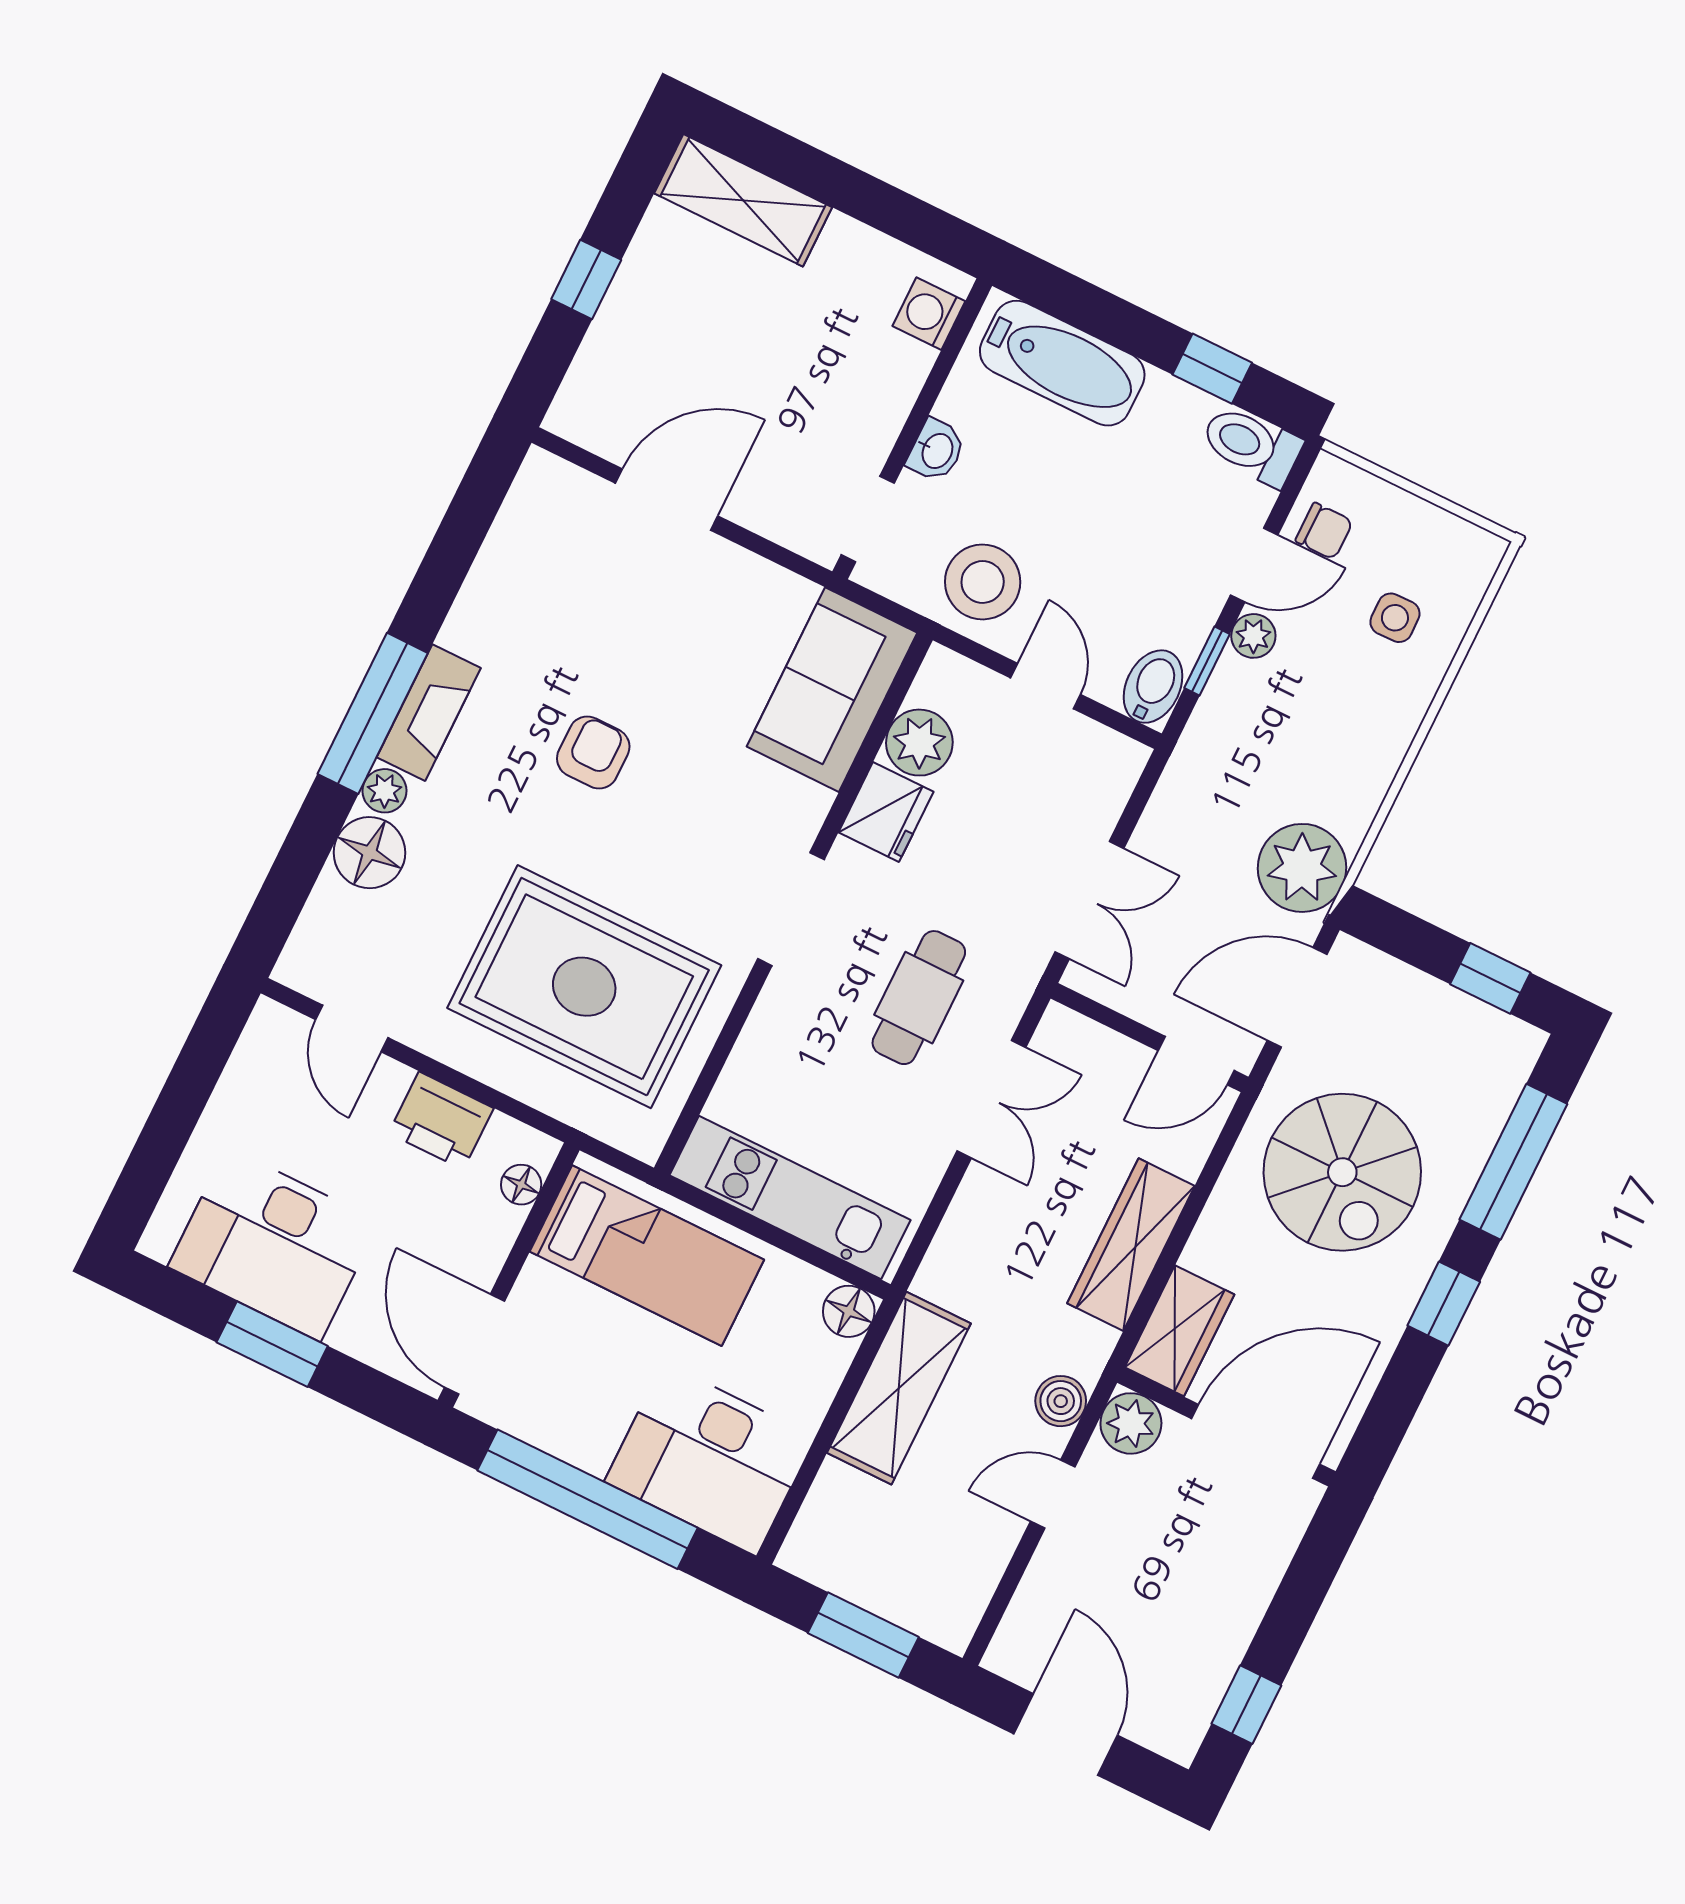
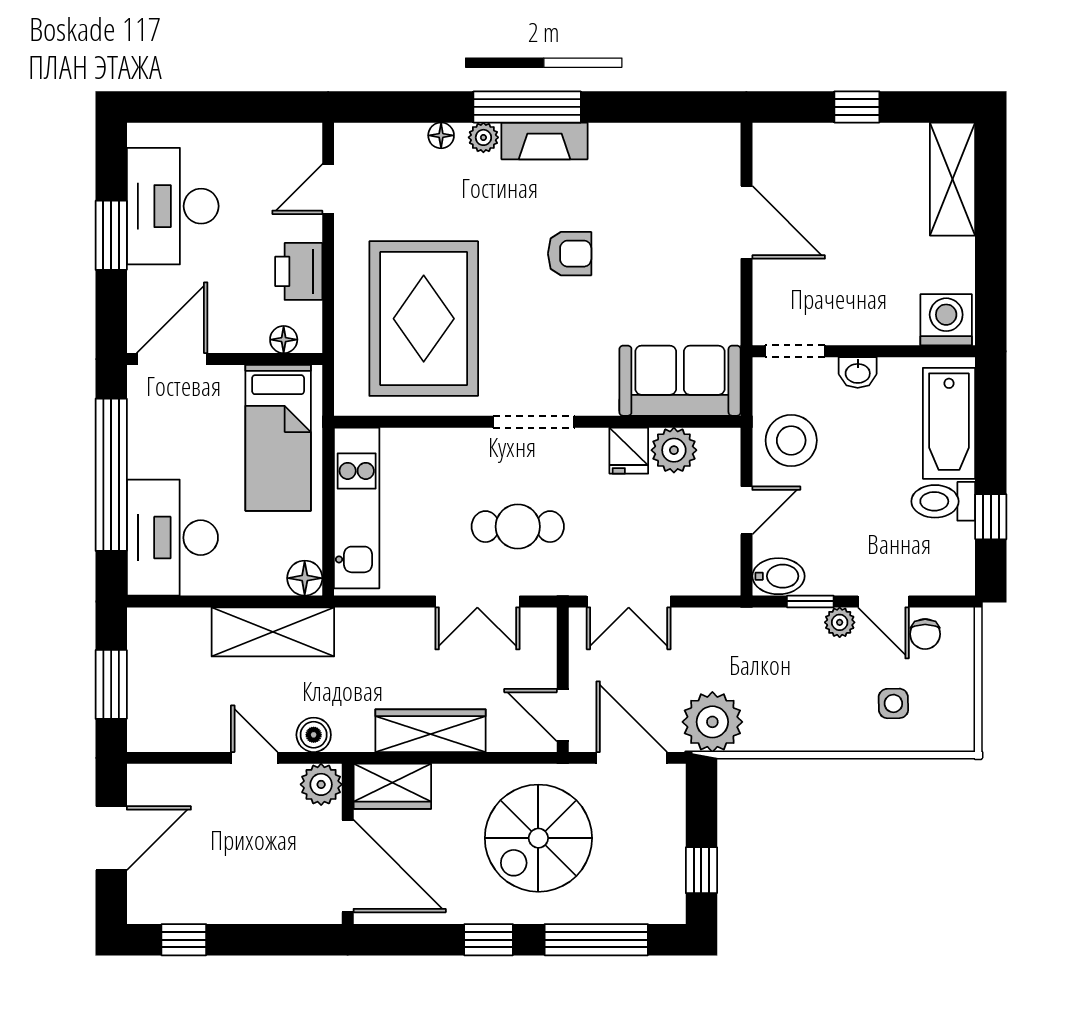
washing machine: (929, 314) -> (946, 320), width x1.38, depth x1.38
toilet: (1251, 445) -> (943, 501), moved, turned -90
fridge: (886, 812) -> (629, 451), width x0.72
floor lamp: (369, 853) -> (441, 135), width x0.53, depth x0.53

